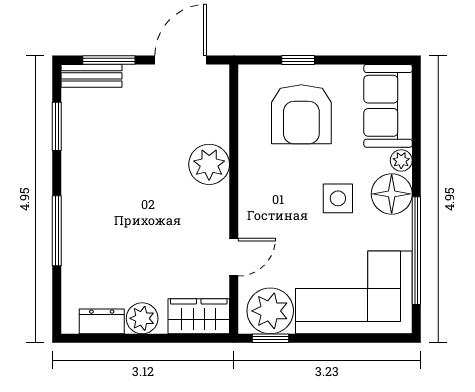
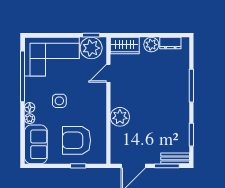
armchair: (301, 114) -> (77, 140), turned -90
floor lamp: (392, 194) -> (30, 107), width x0.53, depth x0.53

